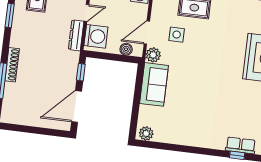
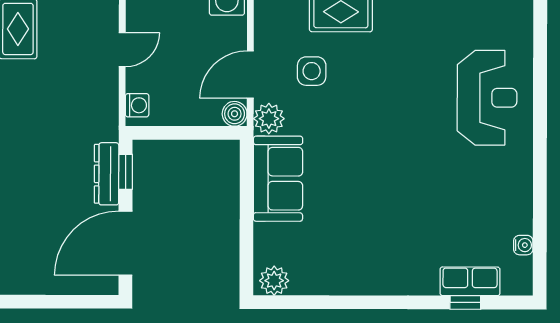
dresser: (76, 35) -> (107, 174), moved
washing machine: (96, 36) -> (137, 105), width x0.53, depth x0.53
boiler: (126, 49) -> (235, 114), moved

